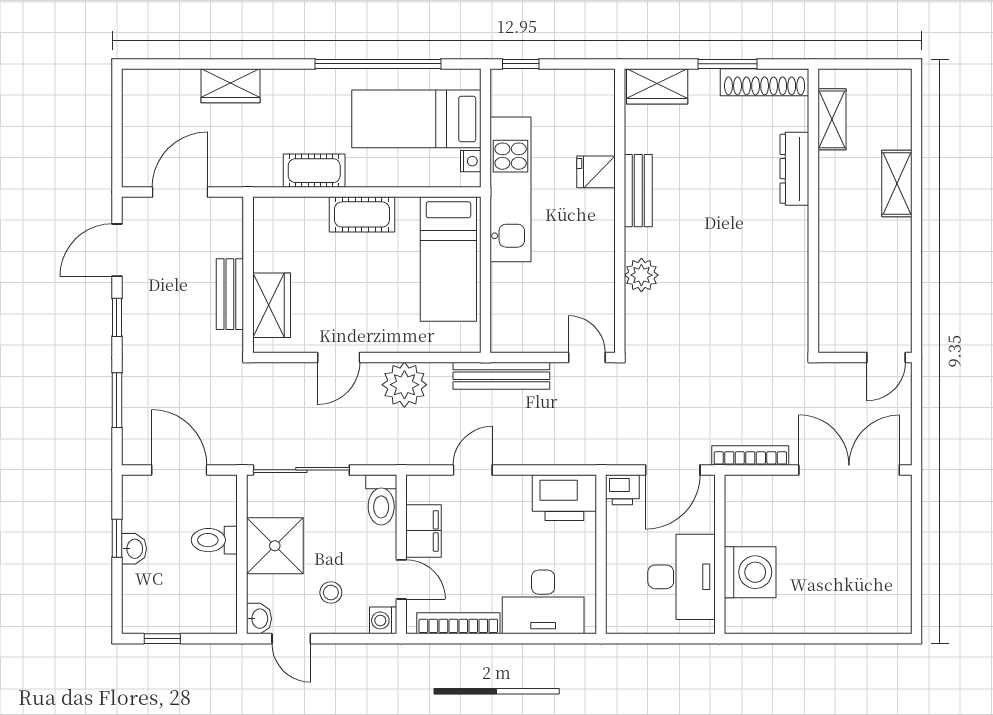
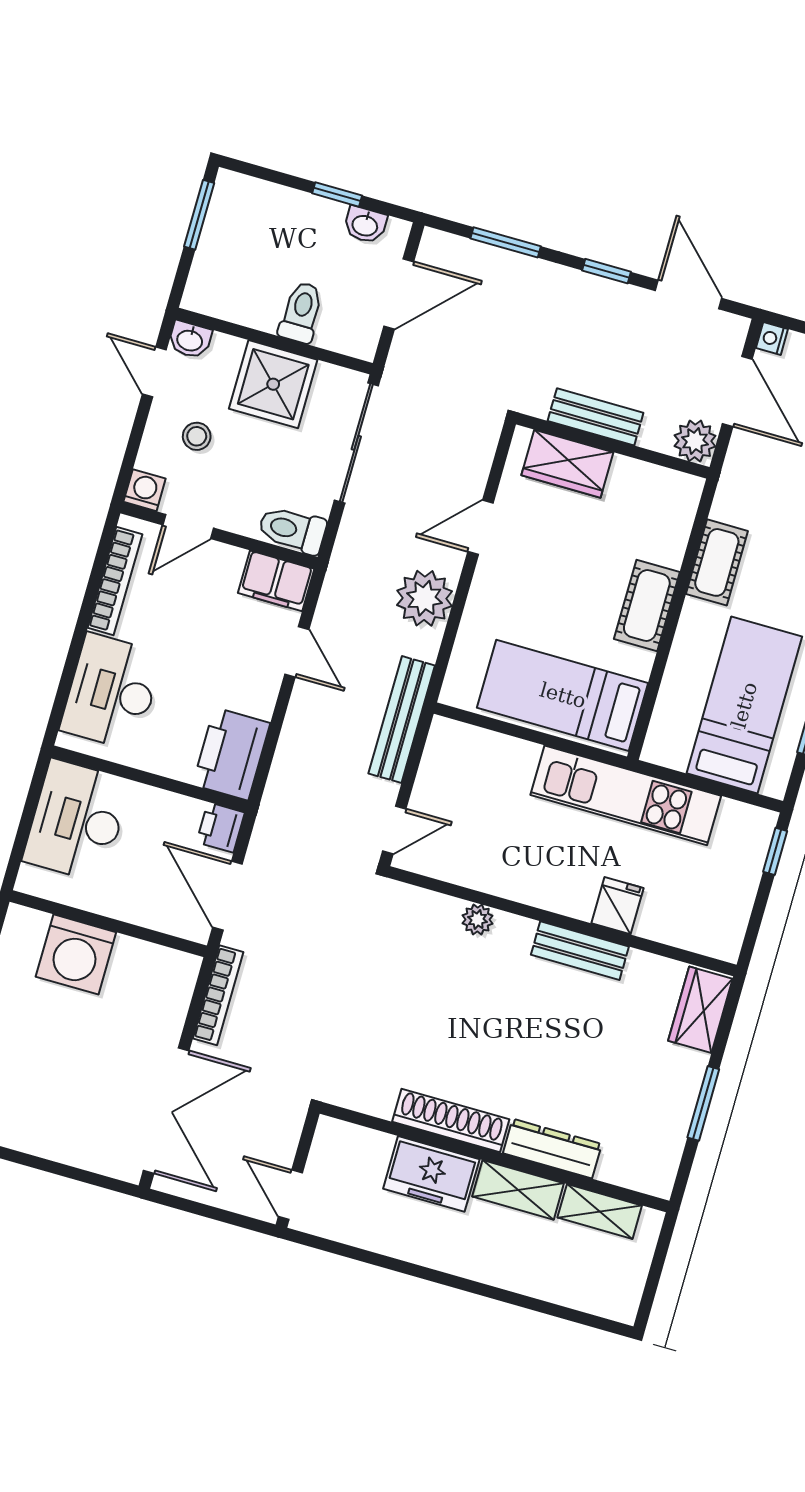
shoe rack: (765, 82) -> (451, 1121), moved, turned 90
nightstand: (471, 161) -> (772, 339), moved, turned 90
shelving: (897, 184) -> (518, 1190), moved
plant: (227, 214) -> (695, 441), added
freezer: (840, 255) -> (431, 1174), added
plant: (641, 275) -> (477, 920), width x0.73, depth x0.73
door: (339, 358) -> (480, 527), hinge flipped
filing cabinet: (423, 531) -> (276, 581), moved
washbasin: (134, 549) -> (365, 225), moved
desk: (681, 577) -> (77, 821), moved, turned 90
window: (162, 639) -> (199, 215), width x1.50
door: (291, 639) -> (154, 372), hinge flipped

